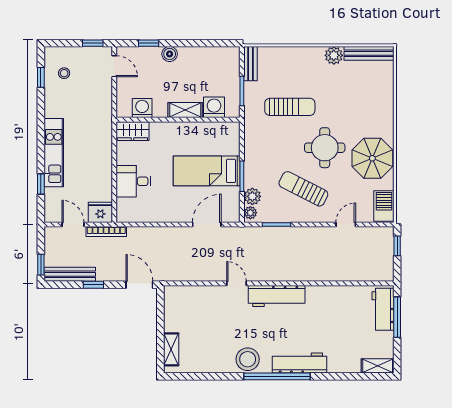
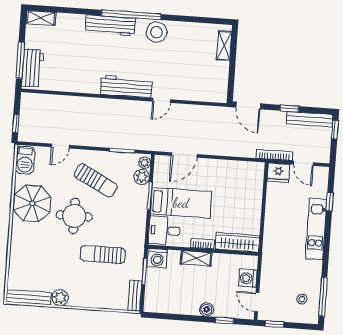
window: (41, 77) -> (323, 297), width x2.17
washing machine: (214, 107) -> (157, 258), moved
washing machine: (142, 108) -> (248, 278), moved, turned 90
bookcase: (180, 127) -> (202, 244), added
wardrobe: (132, 131) -> (237, 242), width x1.50
desk: (133, 181) -> (164, 230), moved, turned 180
door: (236, 283) -> (162, 100), hinge flipped

